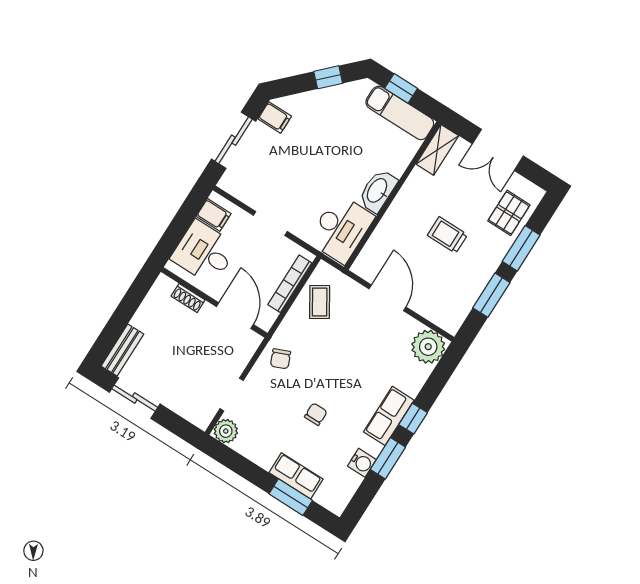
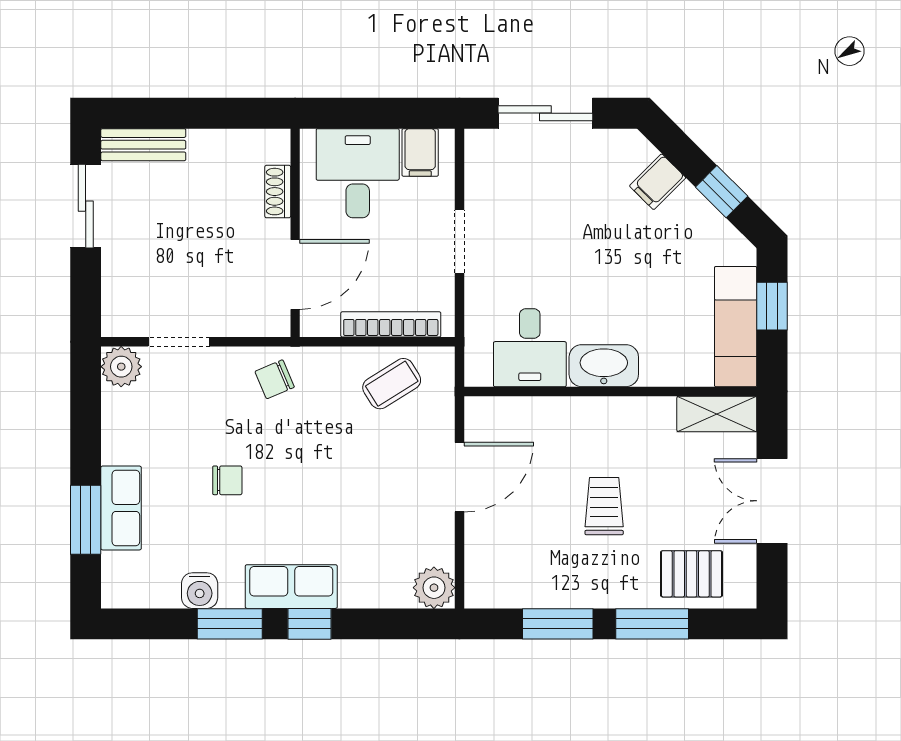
filing cabinet: (275, 118) -> (658, 182), moved, turned 45
desk: (341, 229) -> (530, 348), width x0.73
plant: (428, 347) -> (434, 588), width x0.73, depth x0.73

